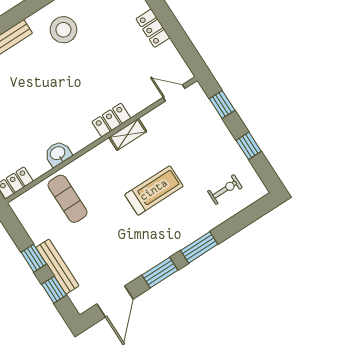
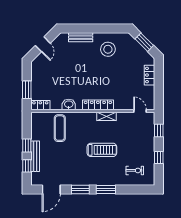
locker: (111, 120) -> (98, 105), width x1.53

